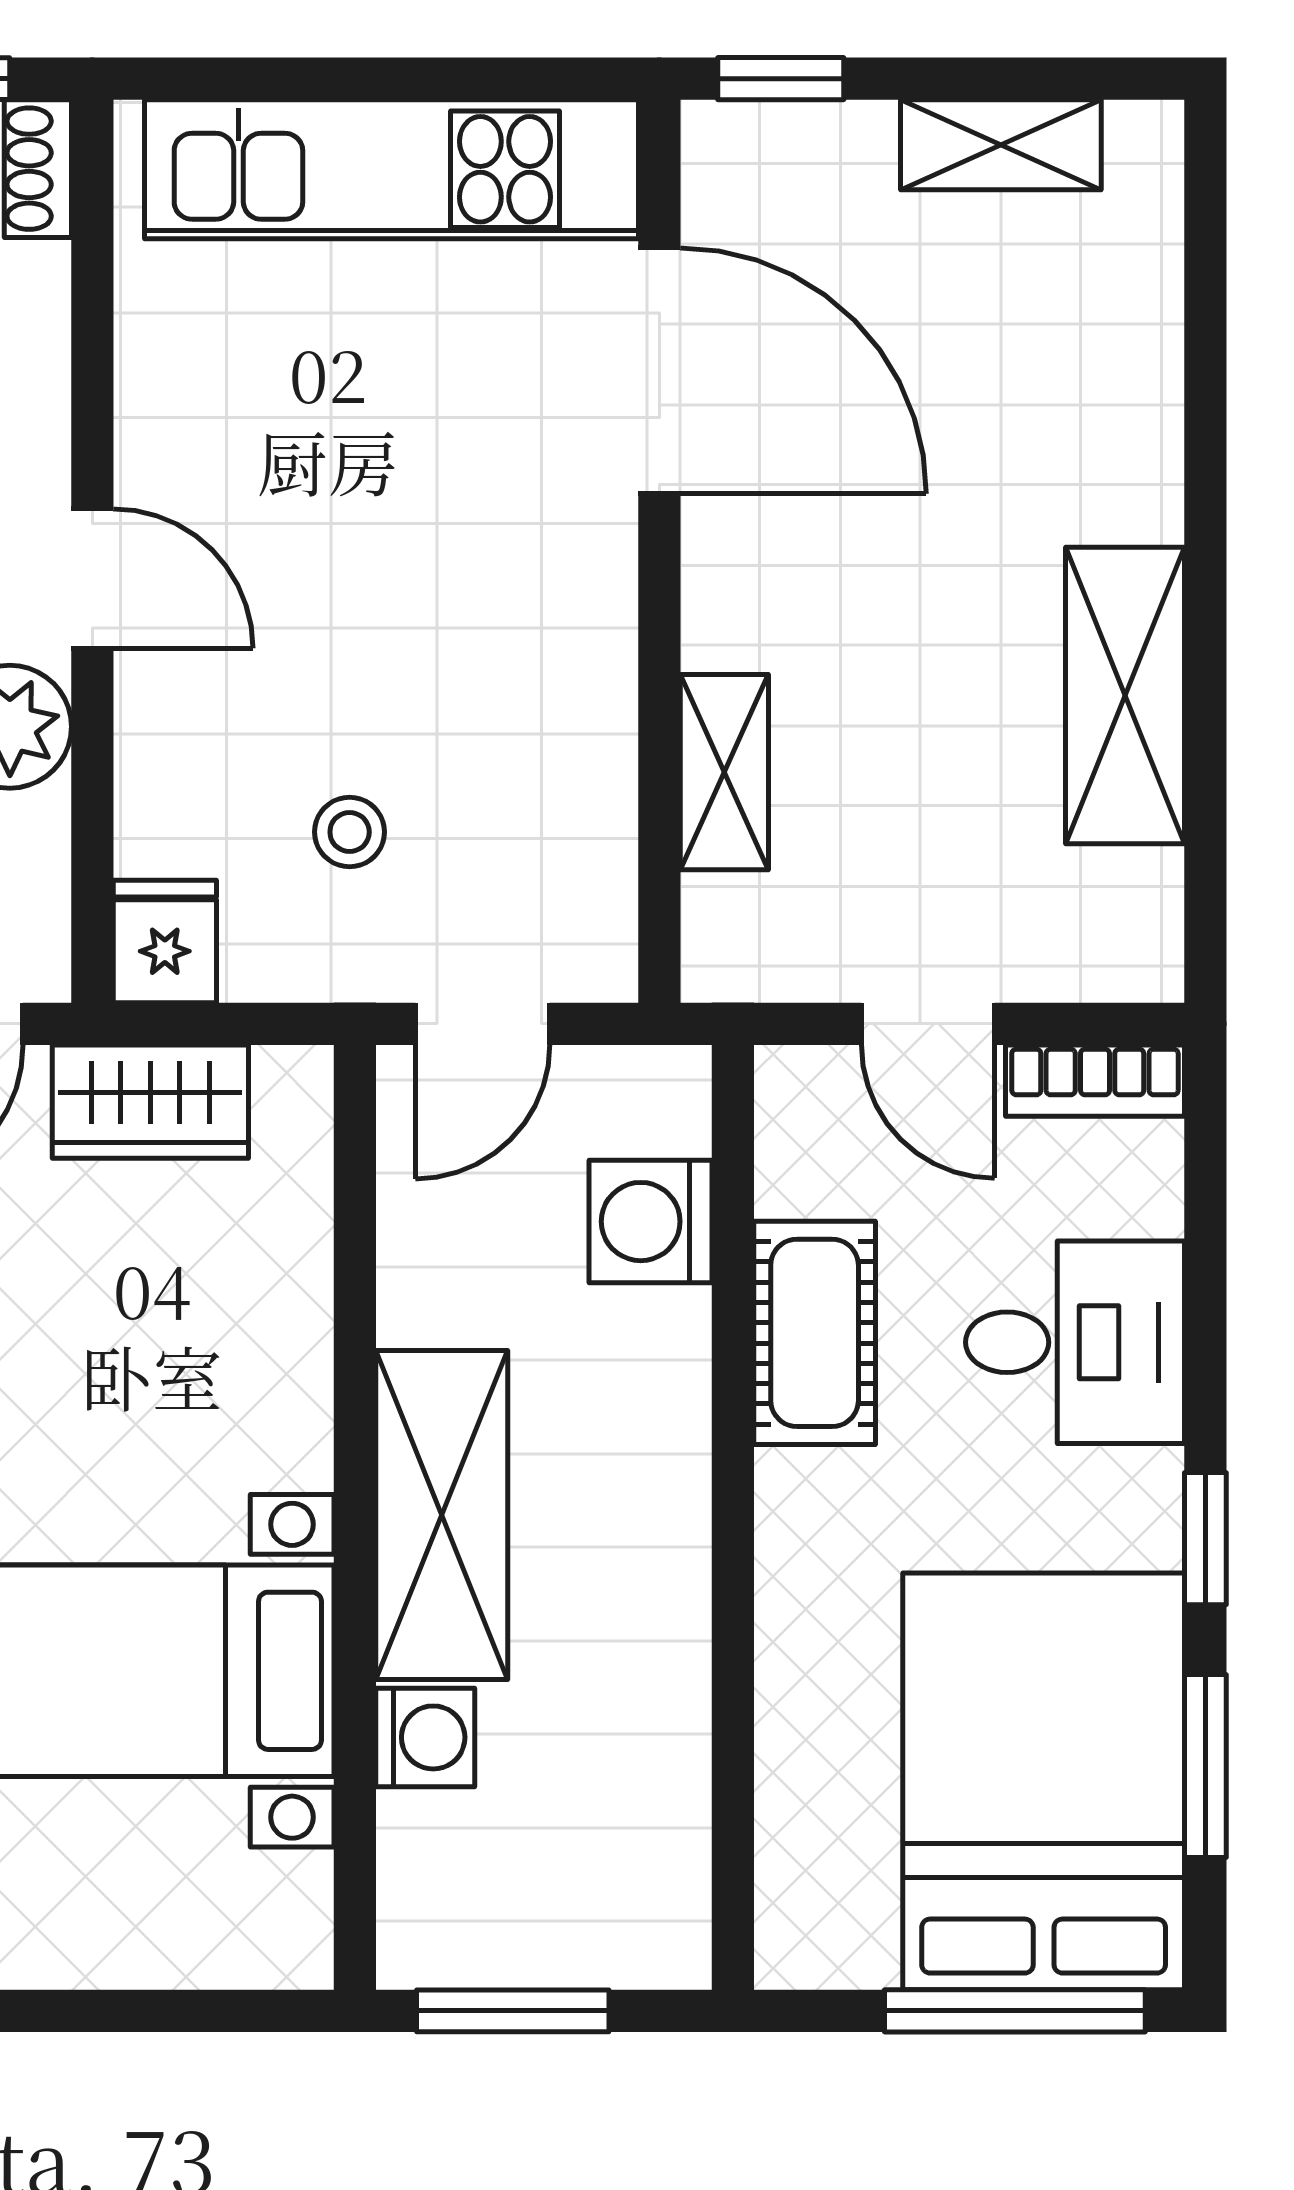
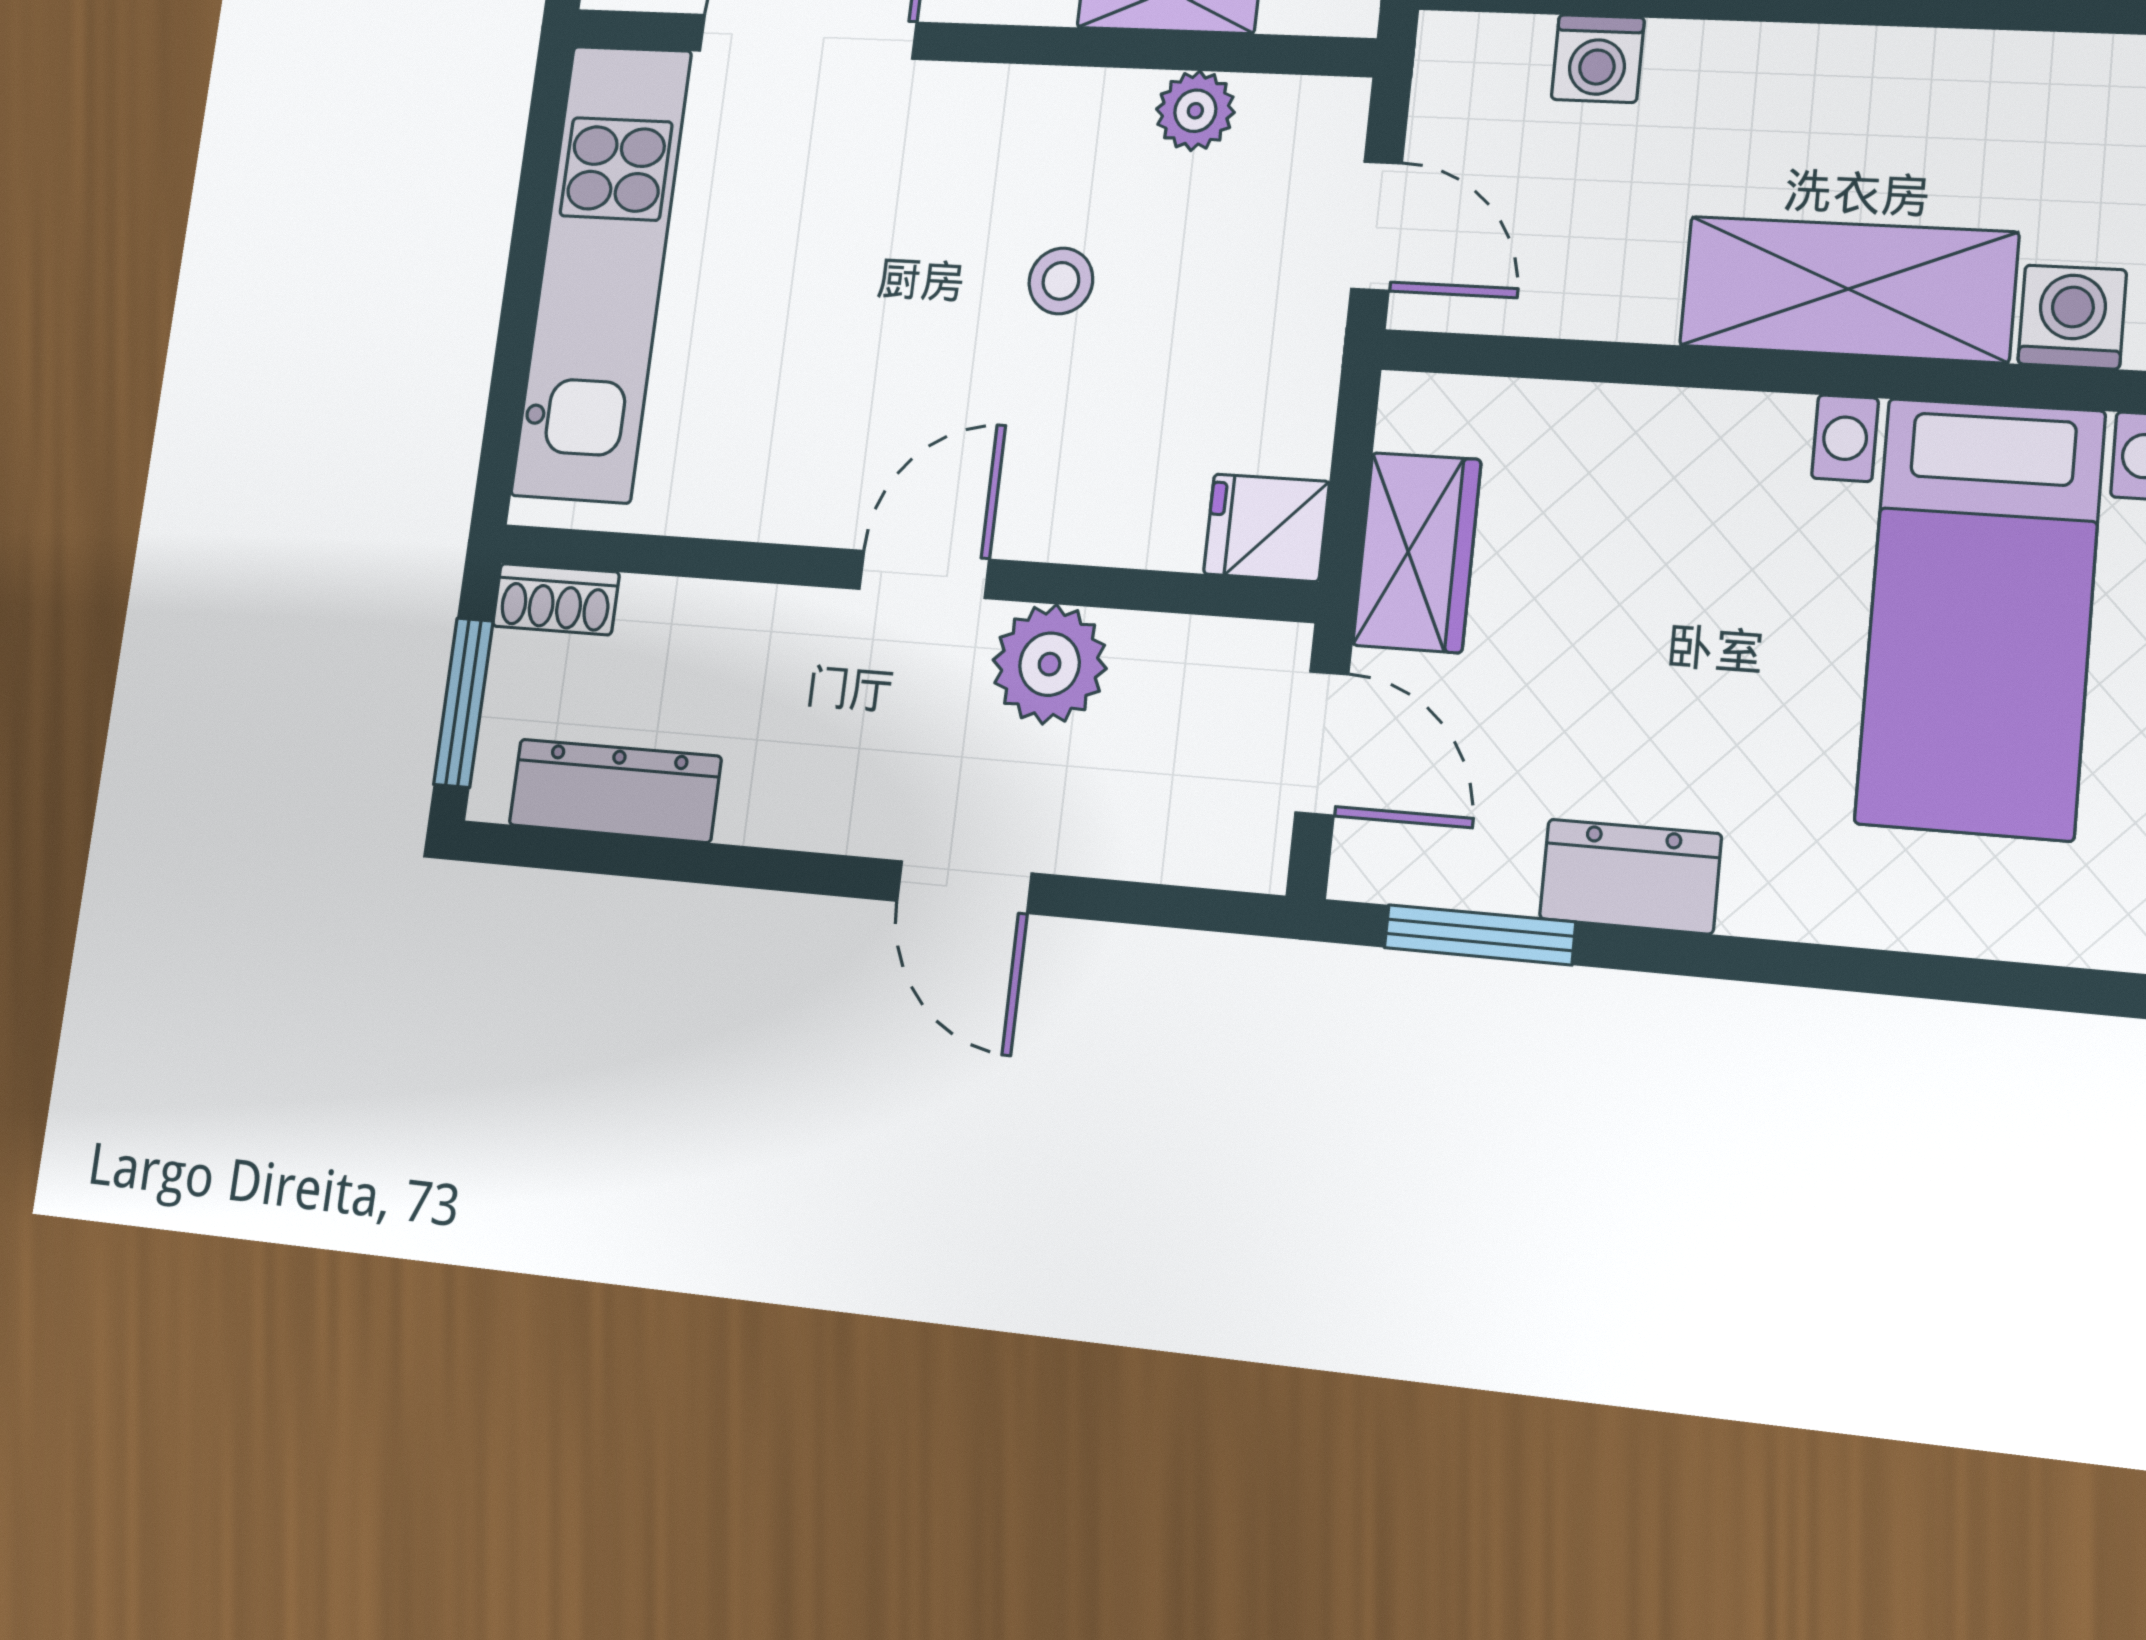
plant: (596, 815) -> (1195, 111), added
stool: (350, 832) -> (1061, 281), moved
washing machine: (650, 1222) -> (1598, 59), width x0.73, depth x0.73

